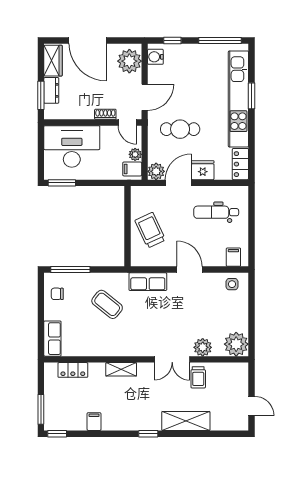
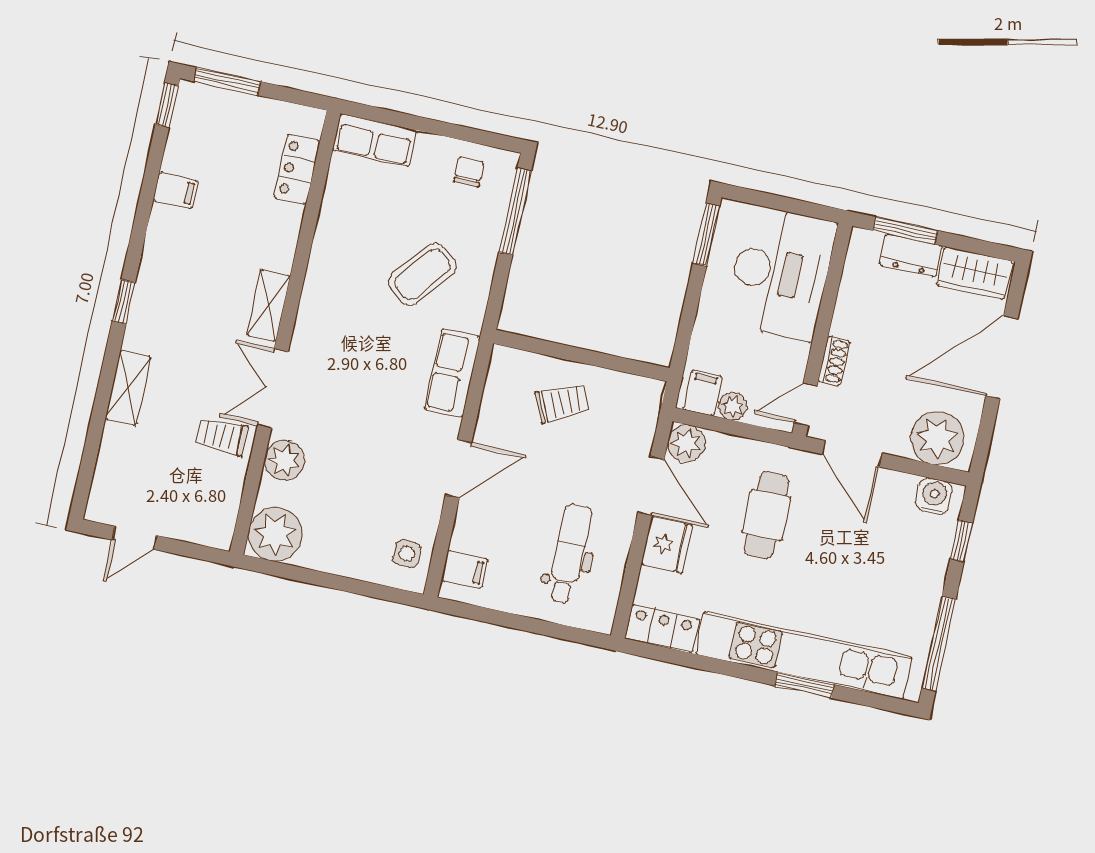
trolley: (150, 230) -> (562, 403), width x0.73, depth x0.72
shelving: (121, 369) -> (269, 305), moved
shelving: (186, 421) -> (128, 388), width x0.67, depth x0.75

